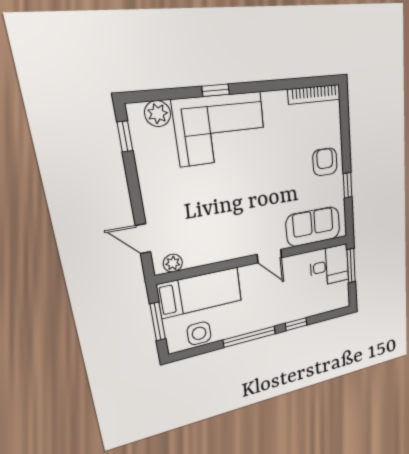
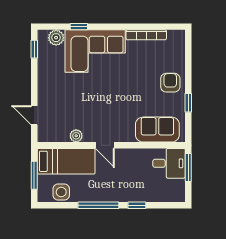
window: (216, 90) -> (79, 27), moved
bookcase: (314, 94) -> (146, 35), moved
door: (269, 256) -> (105, 145), moved
plant: (173, 263) -> (76, 136), moved

